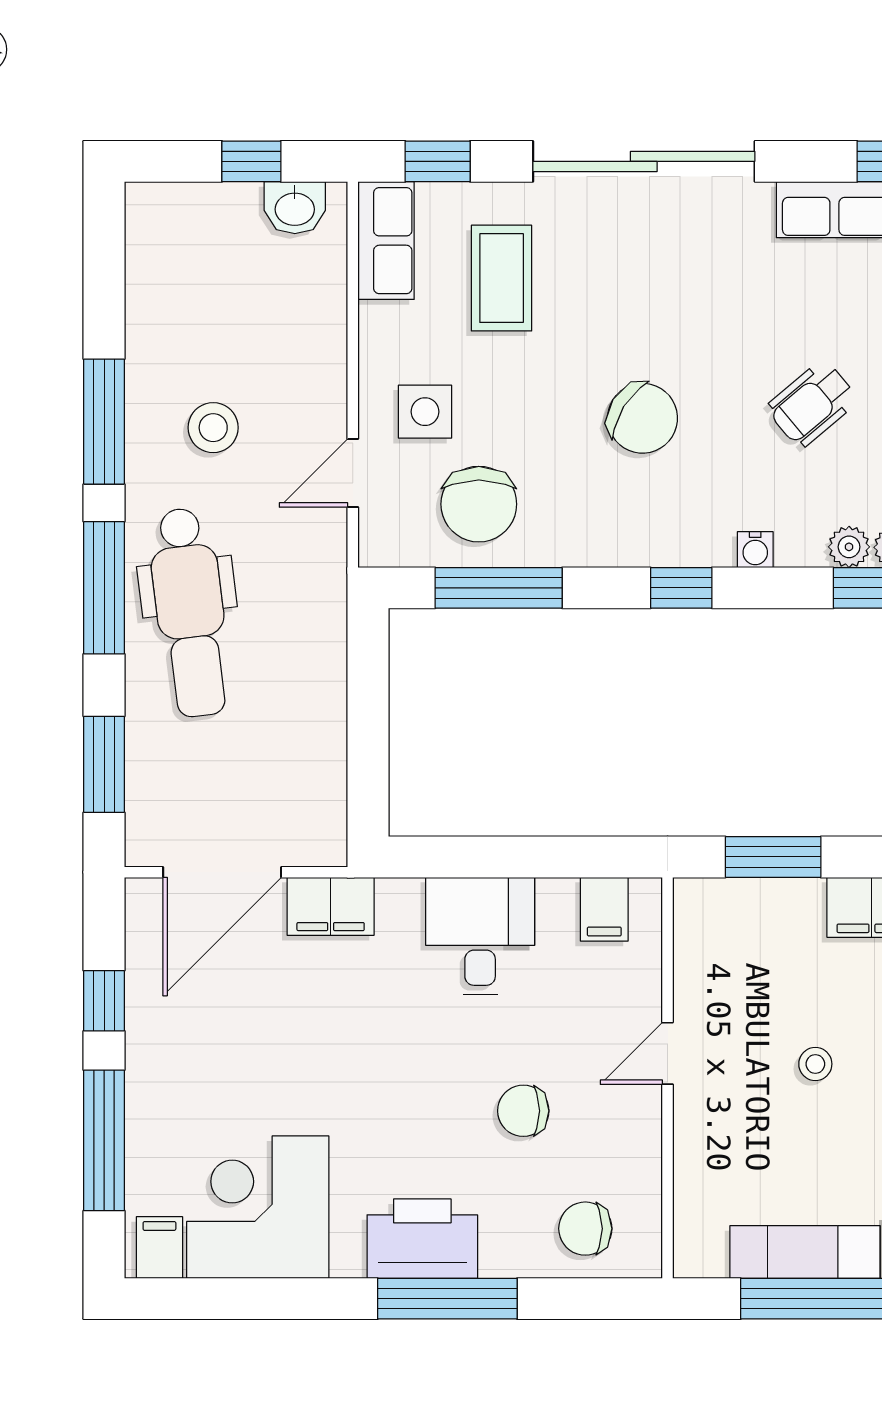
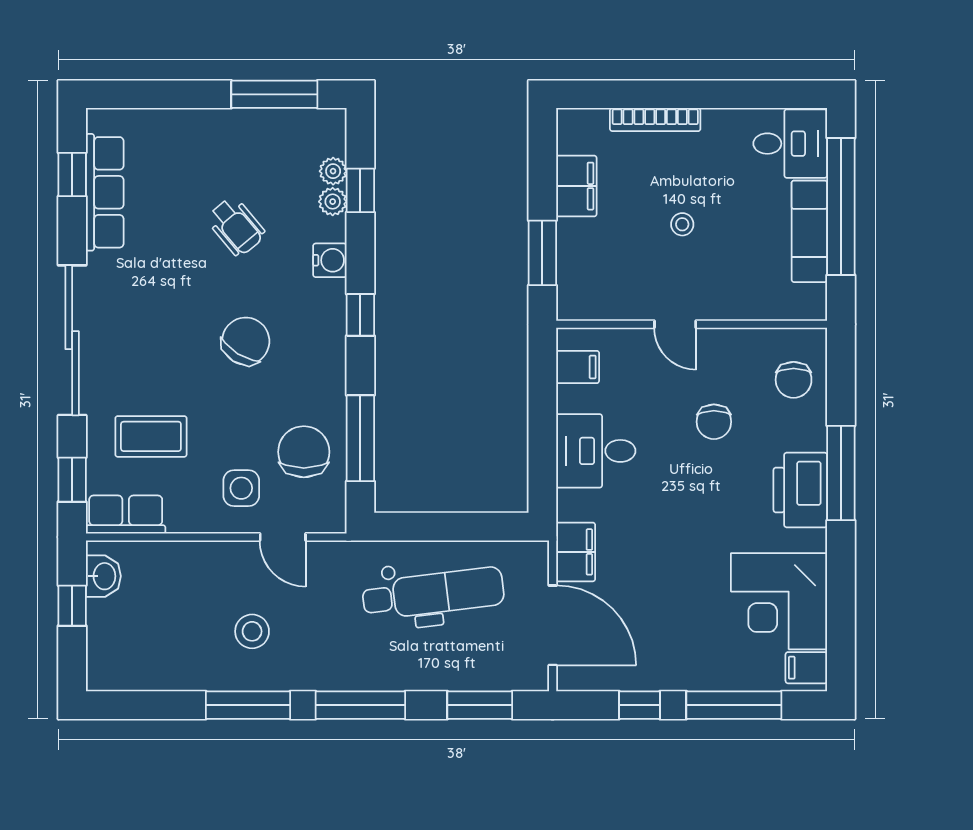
chair: (479, 504) -> (304, 452), turned -90
water cooler: (755, 550) -> (330, 260), width x1.38, depth x1.38
dental chair: (190, 612) -> (433, 593), moved

